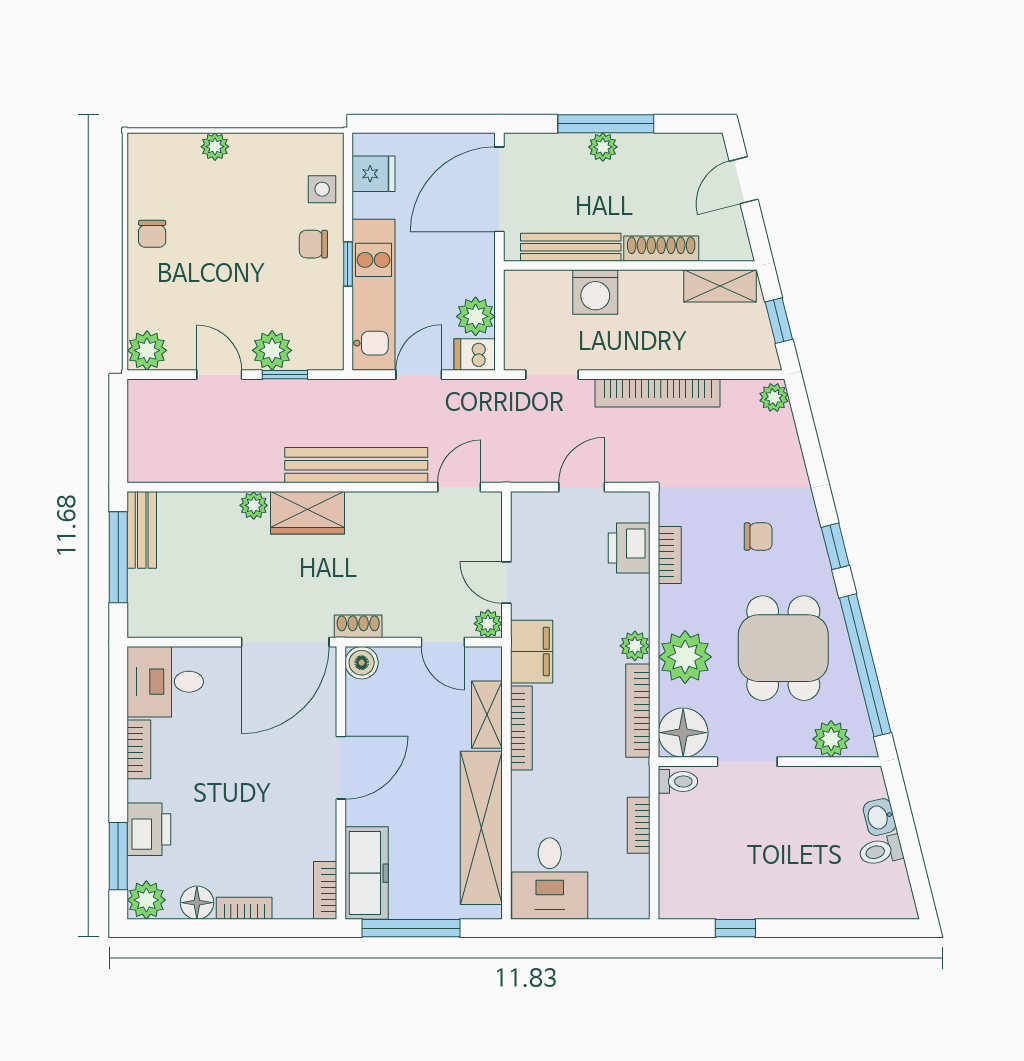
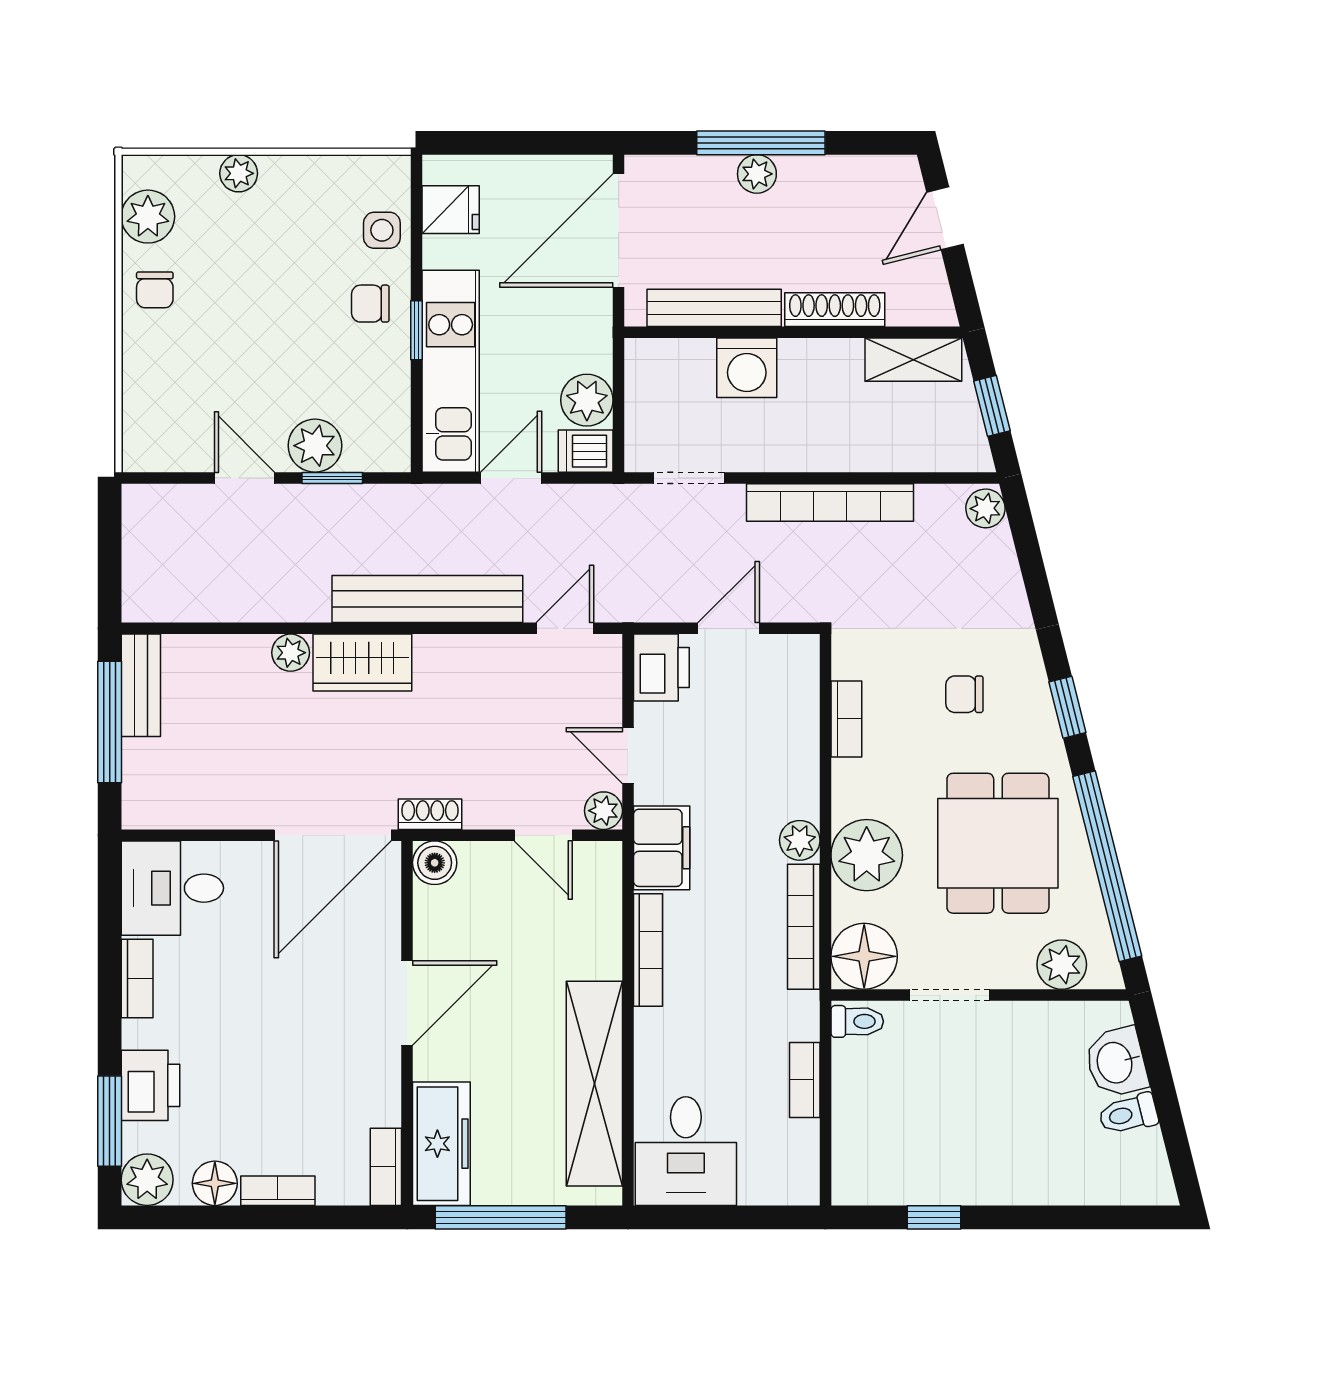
plant: (147, 350) -> (148, 217), moved
chair: (758, 536) -> (964, 694), turned 180
printer: (629, 548) -> (661, 668), moved, turned 180
shelving: (487, 715) -> (602, 932), removed
washbasin: (880, 817) -> (1116, 1062), width x1.38, depth x1.45

